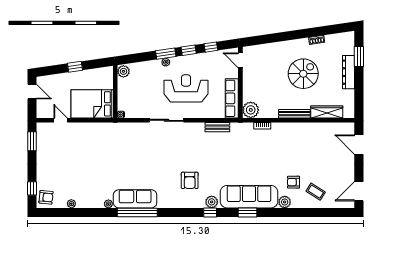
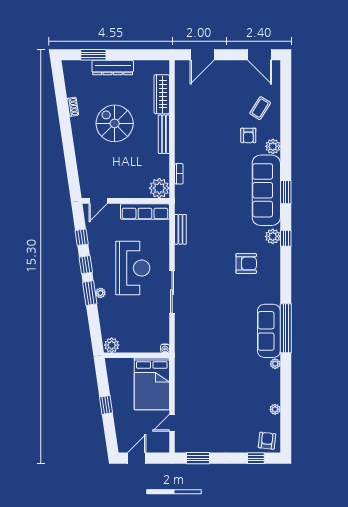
reception desk: (186, 88) -> (133, 268), turned 180

